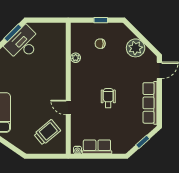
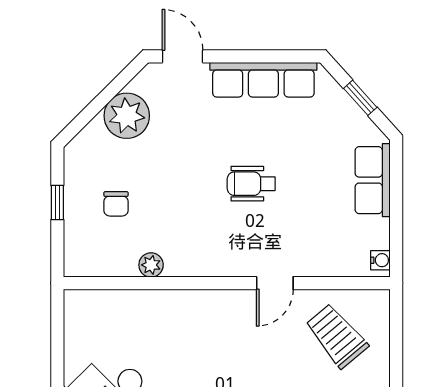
row of seats: (97, 147) -> (373, 180), moved

